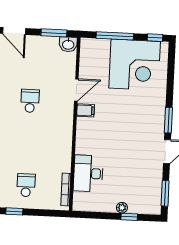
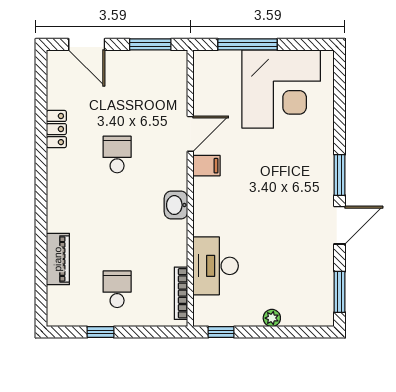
window: (155, 38) -> (312, 44), removed
washbasin: (68, 44) -> (176, 205), moved, turned 90
window: (129, 217) -> (221, 332), moved

